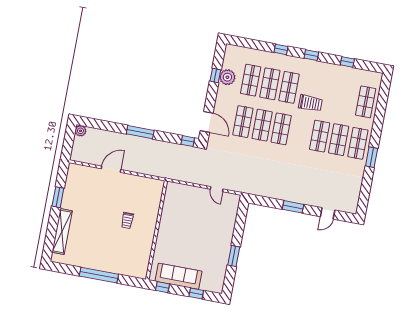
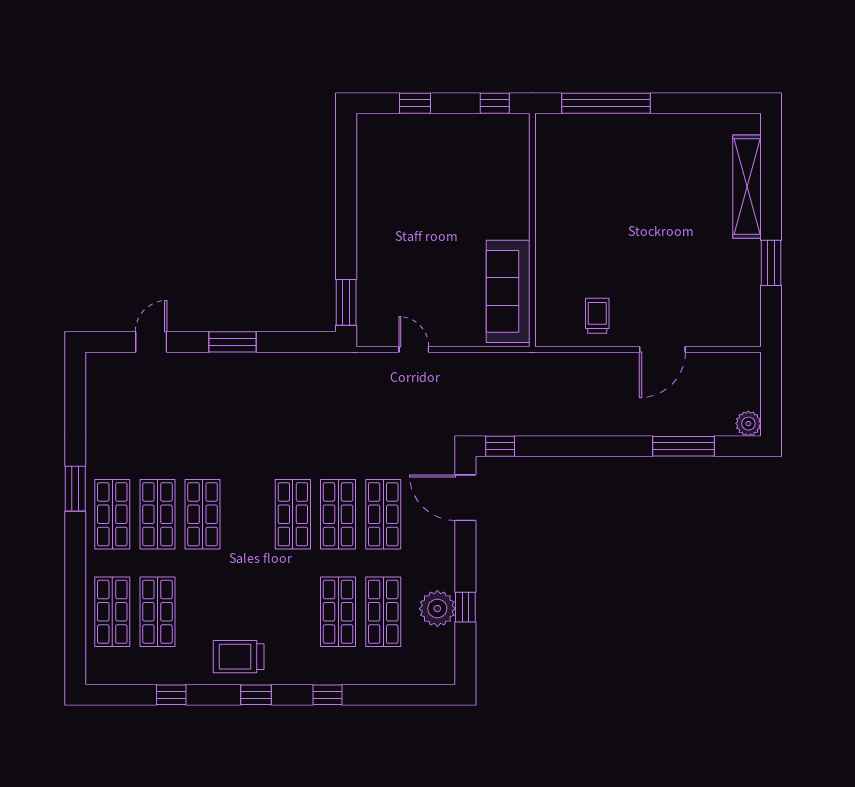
shop shelf: (289, 87) -> (157, 612), moved
trolley: (310, 103) -> (239, 657), moved
window: (140, 132) -> (683, 446), moved
trolley: (127, 220) -> (597, 316), moved
window: (234, 256) -> (346, 302), moved
window: (99, 275) -> (606, 103), moved
sofa: (178, 276) -> (508, 291), moved, turned 90

